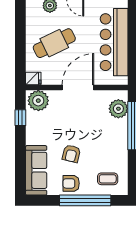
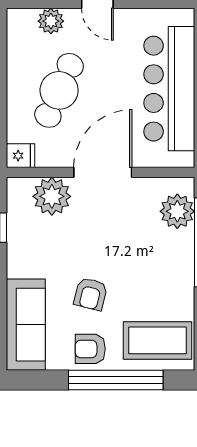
cafe table: (54, 43) -> (59, 90), turned -40
plant: (38, 101) -> (52, 196), moved
coffee table: (108, 179) -> (157, 340), width x1.86, depth x1.72

